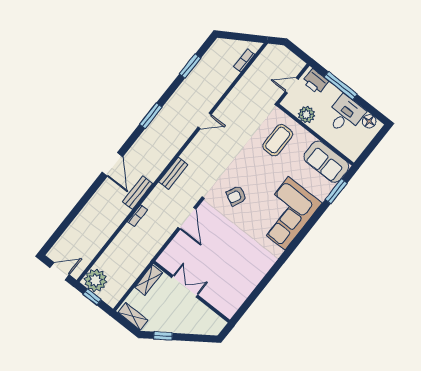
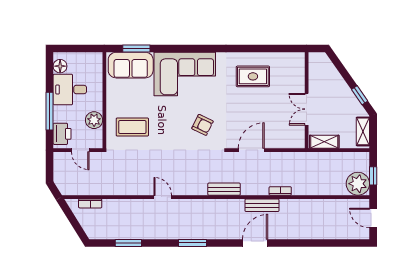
sofa: (326, 162) -> (131, 65), moved, turned 90
rug: (243, 265) -> (253, 76), added

